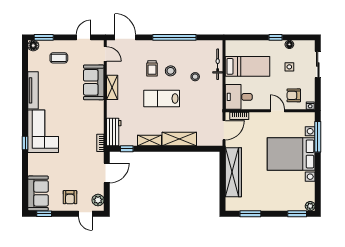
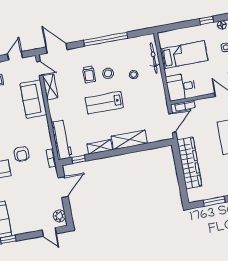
shelving: (112, 87) -> (50, 87), moved
workbench: (114, 132) -> (62, 140), width x1.38
armchair: (70, 197) -> (22, 154), moved

